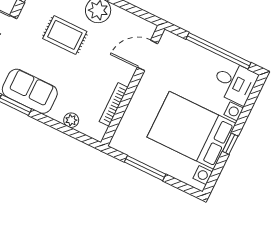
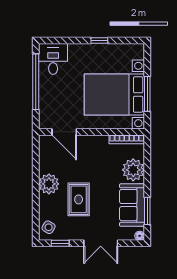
bookcase: (114, 104) -> (127, 139), moved
plant: (71, 120) -> (133, 170), width x1.88, depth x1.88
bed with nightstands: (192, 130) -> (114, 94), moved, turned 90

